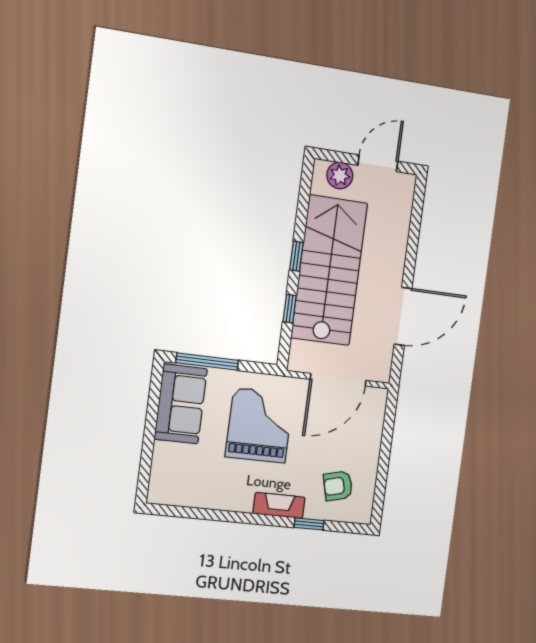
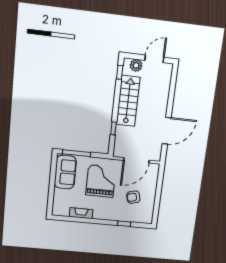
window: (296, 256) -> (120, 72), moved
stairs: (329, 270) -> (128, 101), width x0.73, depth x0.66
armchair: (338, 486) -> (133, 197), moved
fireplace: (279, 505) -> (81, 213), moved

